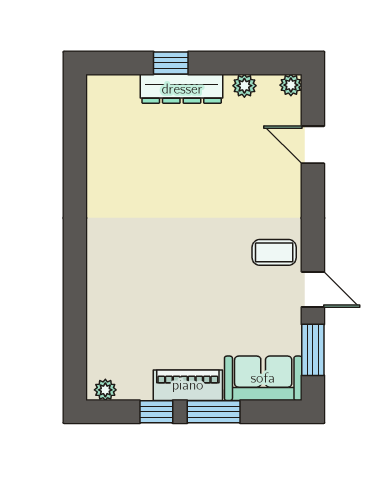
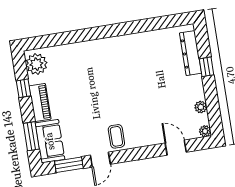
dresser: (182, 89) -> (191, 53), moved
door: (313, 145) -> (176, 148), hinge flipped
plant: (105, 390) -> (36, 64), width x1.87, depth x1.87
window: (214, 412) -> (31, 136), moved

